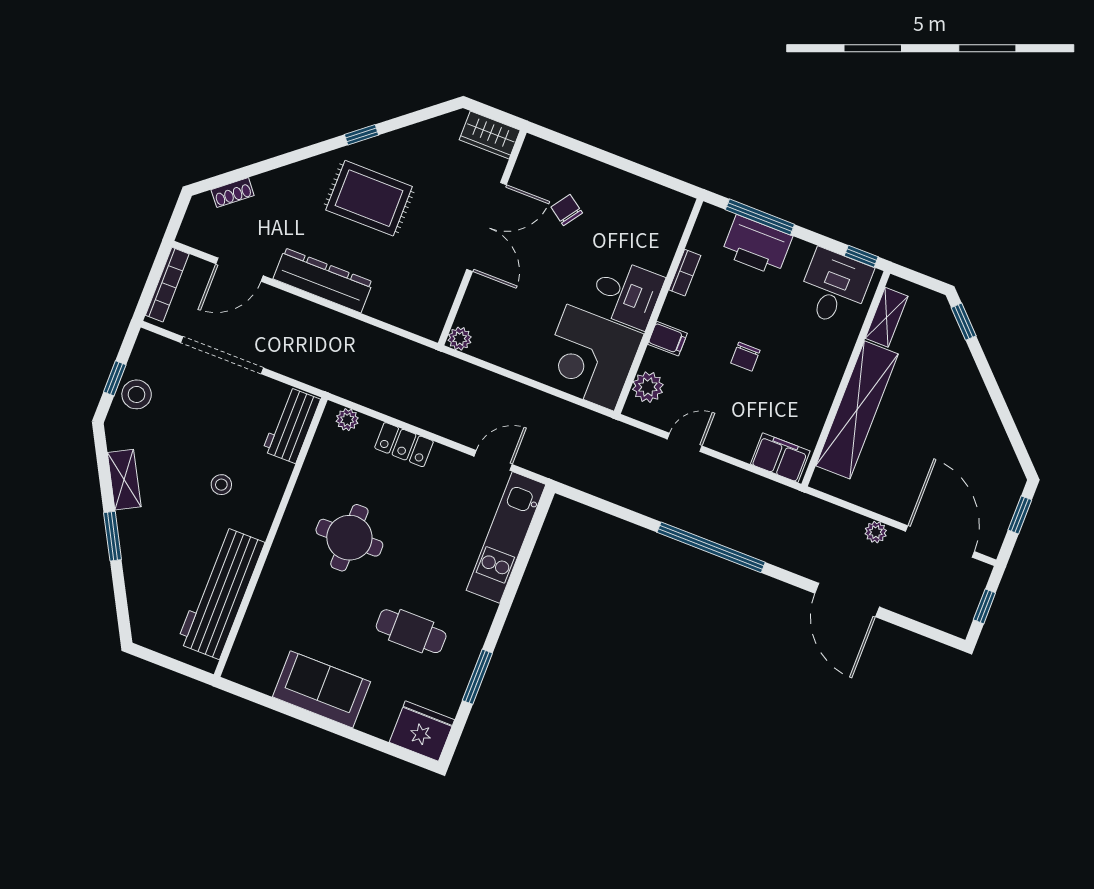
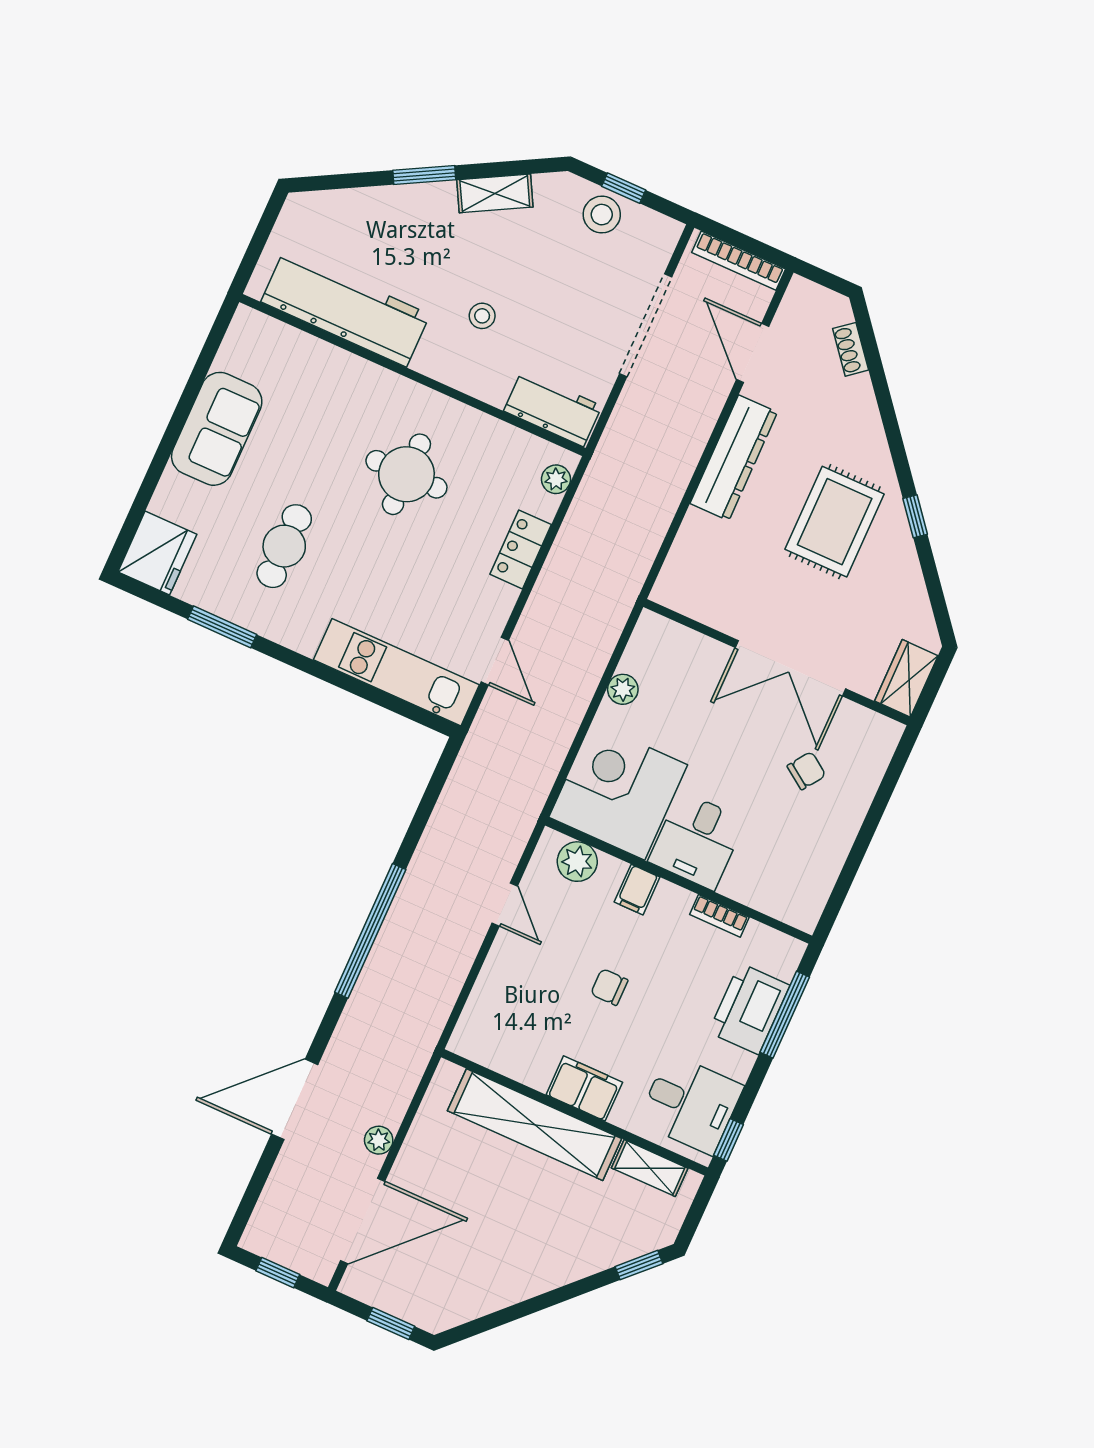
plant: (460, 339) -> (623, 689), moved
filing cabinet: (780, 458) -> (584, 1088), moved, turned -90

